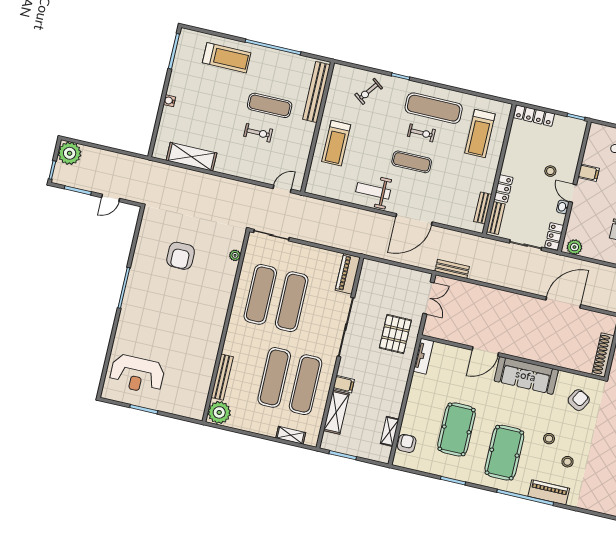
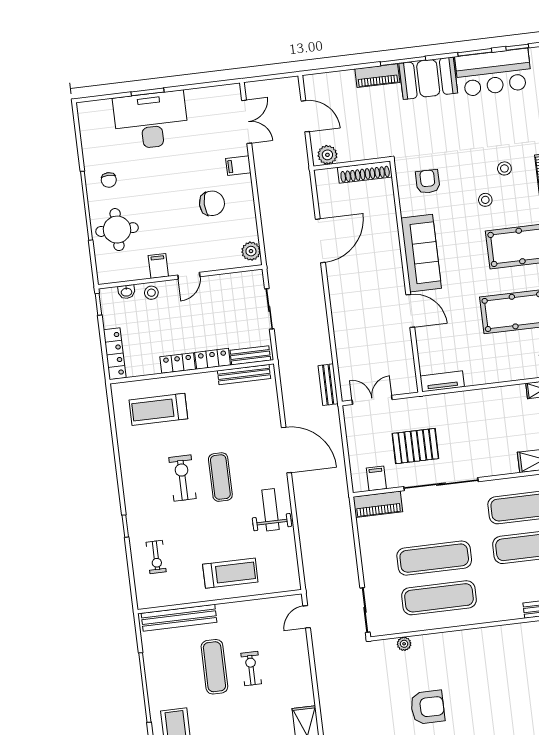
exercise bike: (369, 91) -> (156, 557), turned 53
exercise mat: (434, 108) -> (148, 474), removed
exercise bike: (421, 133) -> (182, 478), width x1.38, depth x1.39
treadmill: (480, 134) -> (158, 409), turned 180
stool: (550, 171) -> (151, 293), moved
door: (282, 189) -> (307, 617), hinge flipped
weight bench: (373, 191) -> (270, 510), turned 180
washbasin: (563, 207) -> (126, 292), moved
bench: (483, 208) -> (244, 375), width x1.36
locker: (554, 236) -> (178, 363), moved, turned 180
door: (563, 302) -> (320, 241), swing flipped
pallet: (395, 334) -> (415, 446), moved
filing cabinet: (344, 384) -> (376, 478), moved
armchair: (579, 400) -> (428, 181), turned 60

